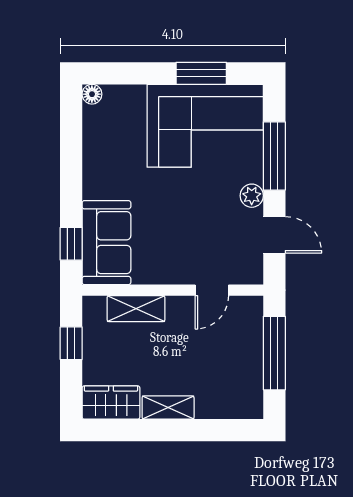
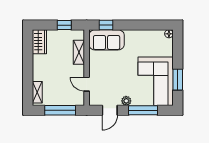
shelving: (168, 408) -> (37, 92), moved

